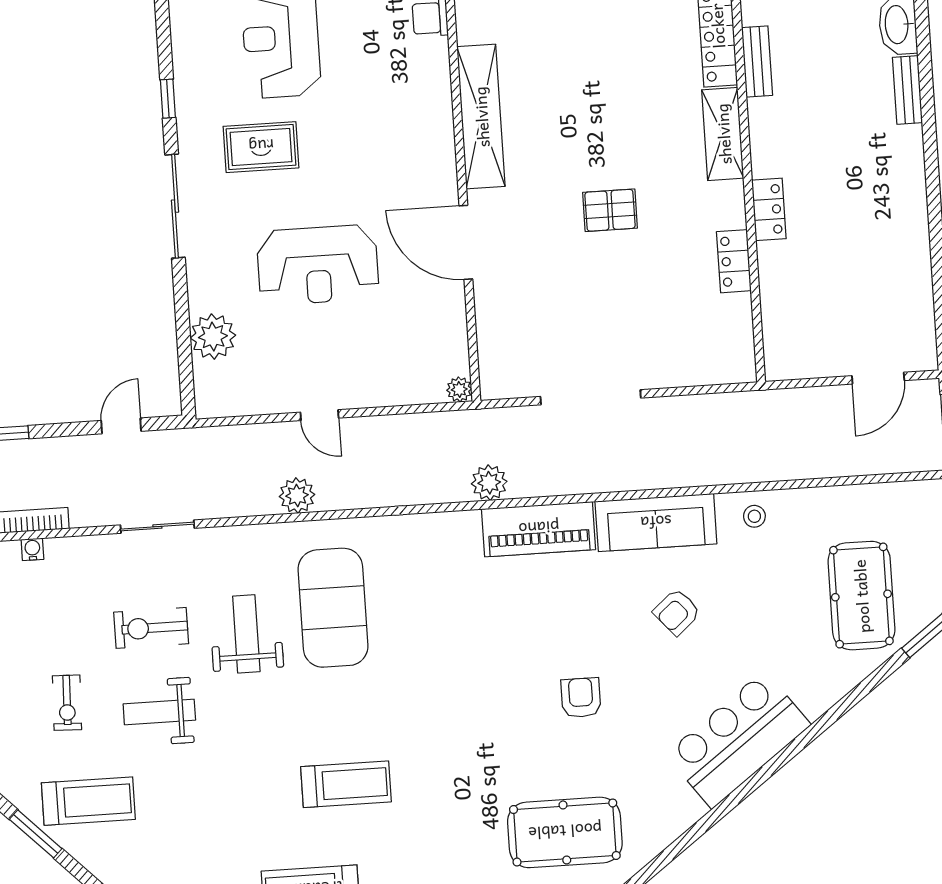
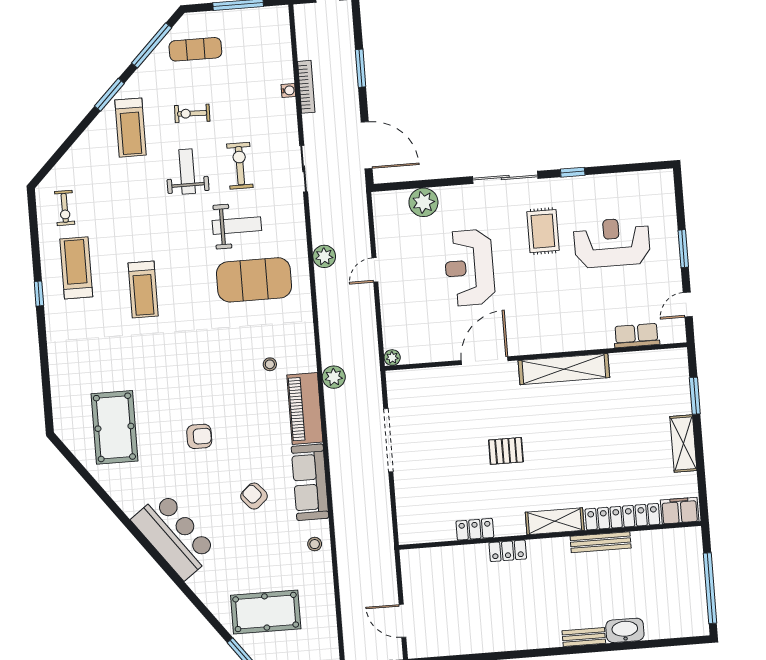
bench: (757, 61) -> (601, 542), width x1.36
pallet: (610, 210) -> (506, 451), turned 90
door: (121, 426) -> (367, 145), width x1.88
stool: (468, 584) -> (270, 364), added

